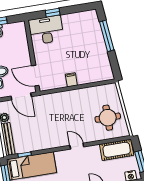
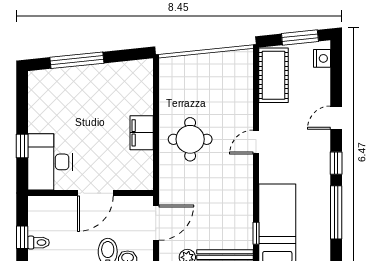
door: (35, 76) -> (95, 193), moved
filing cabinet: (71, 80) -> (142, 133), width x2.00
round table: (108, 118) -> (190, 139), moved

